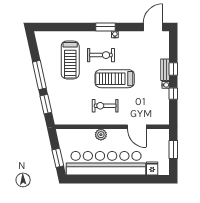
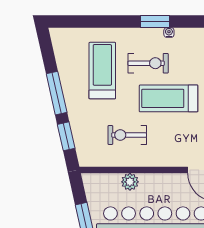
treadmill: (70, 60) -> (102, 71), turned 180
exercise bike: (105, 106) -> (127, 135), moved
plant: (101, 135) -> (130, 182), moved

